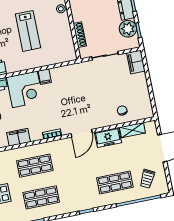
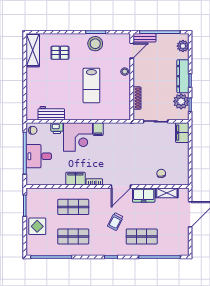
filing cabinet: (18, 137) -> (75, 179), moved
trolley: (147, 179) -> (115, 222), moved

